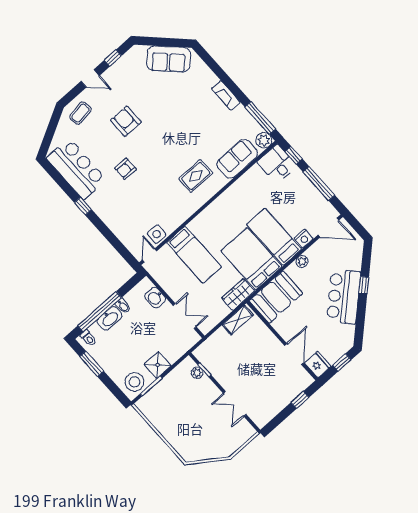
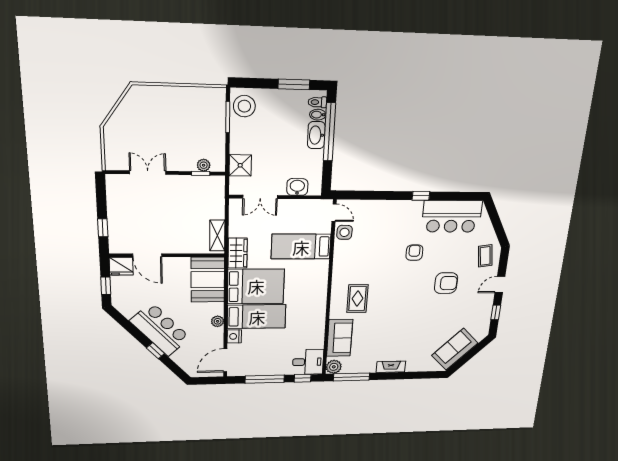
bidet: (123, 306) -> (318, 115), moved
shower: (158, 365) -> (240, 165), moved

